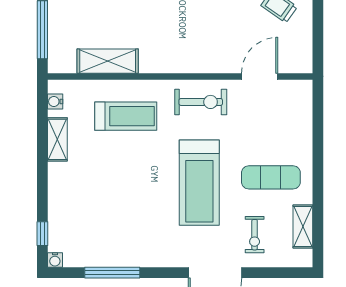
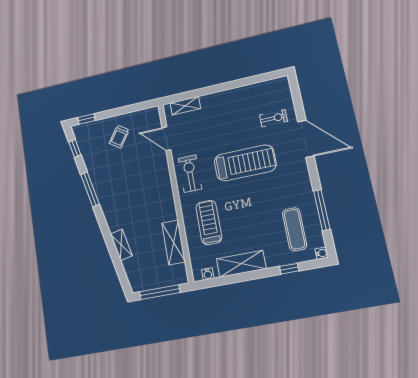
shelving: (57, 139) -> (241, 264), width x1.50, depth x1.33
exercise mat: (271, 177) -> (295, 229), moved
shelving: (303, 226) -> (185, 106), moved
window: (42, 234) -> (289, 269), moved

